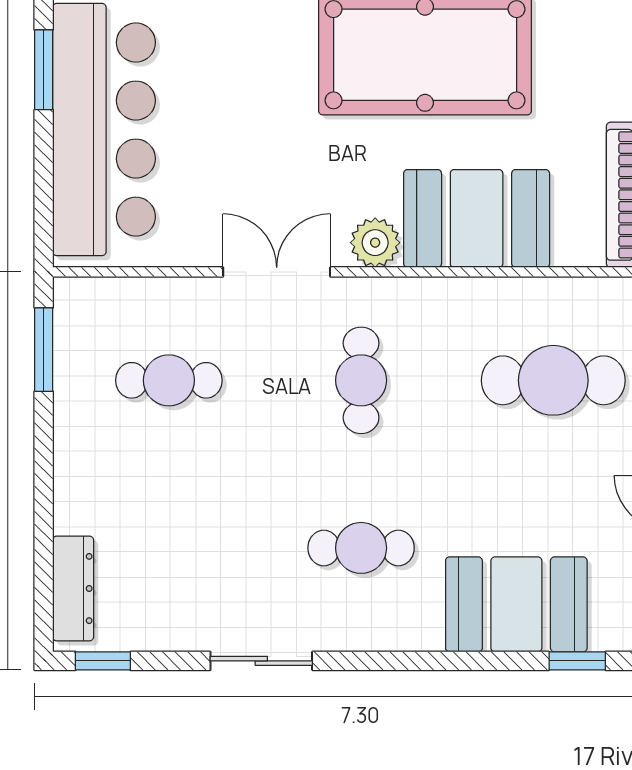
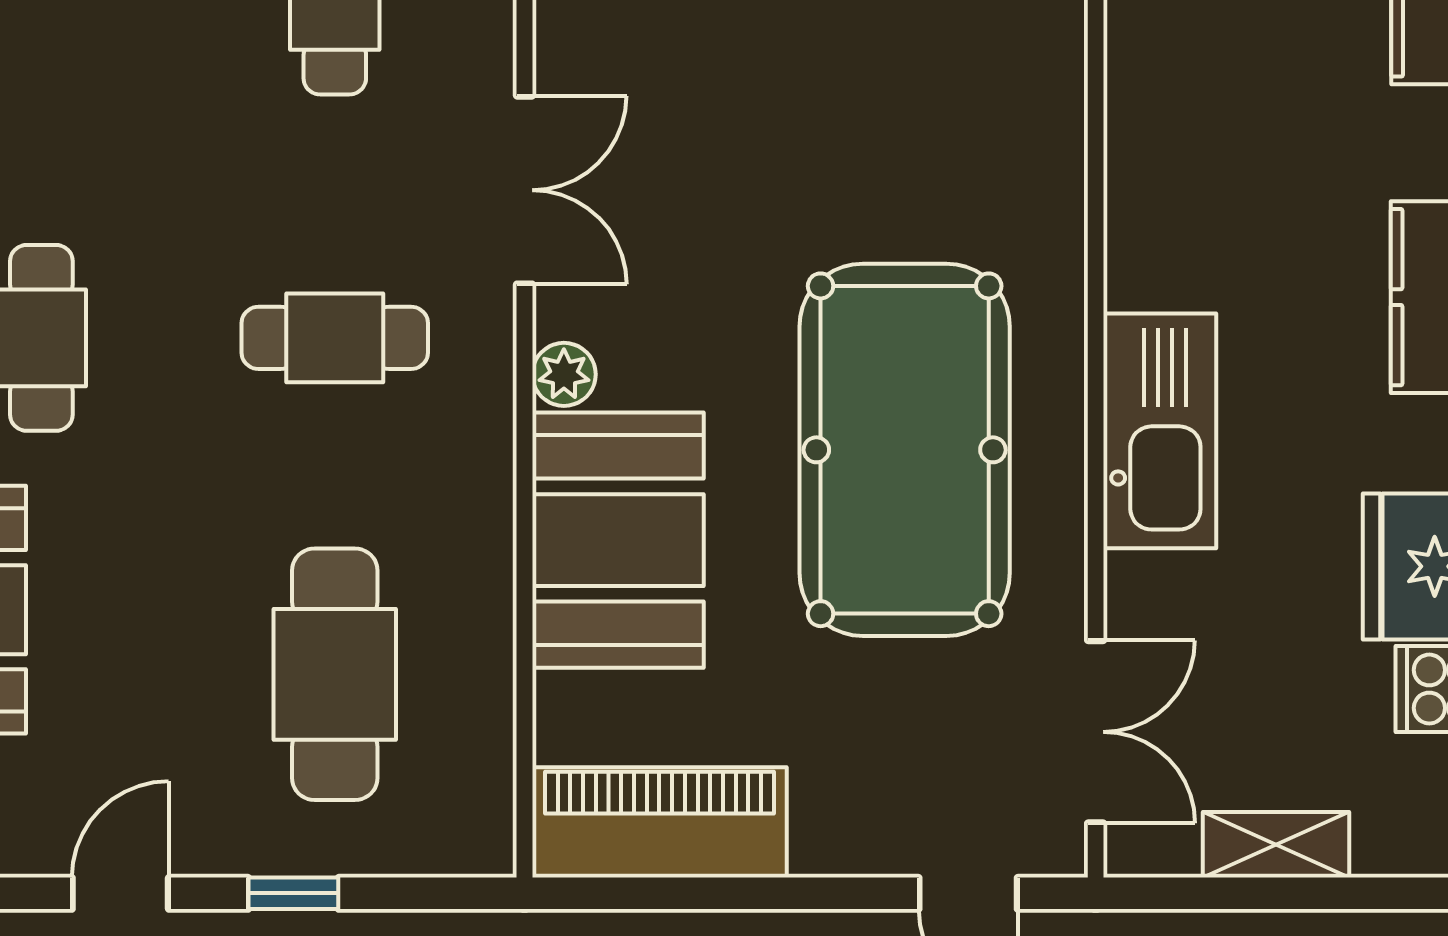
plant: (375, 243) -> (564, 374), width x0.73, depth x0.73

